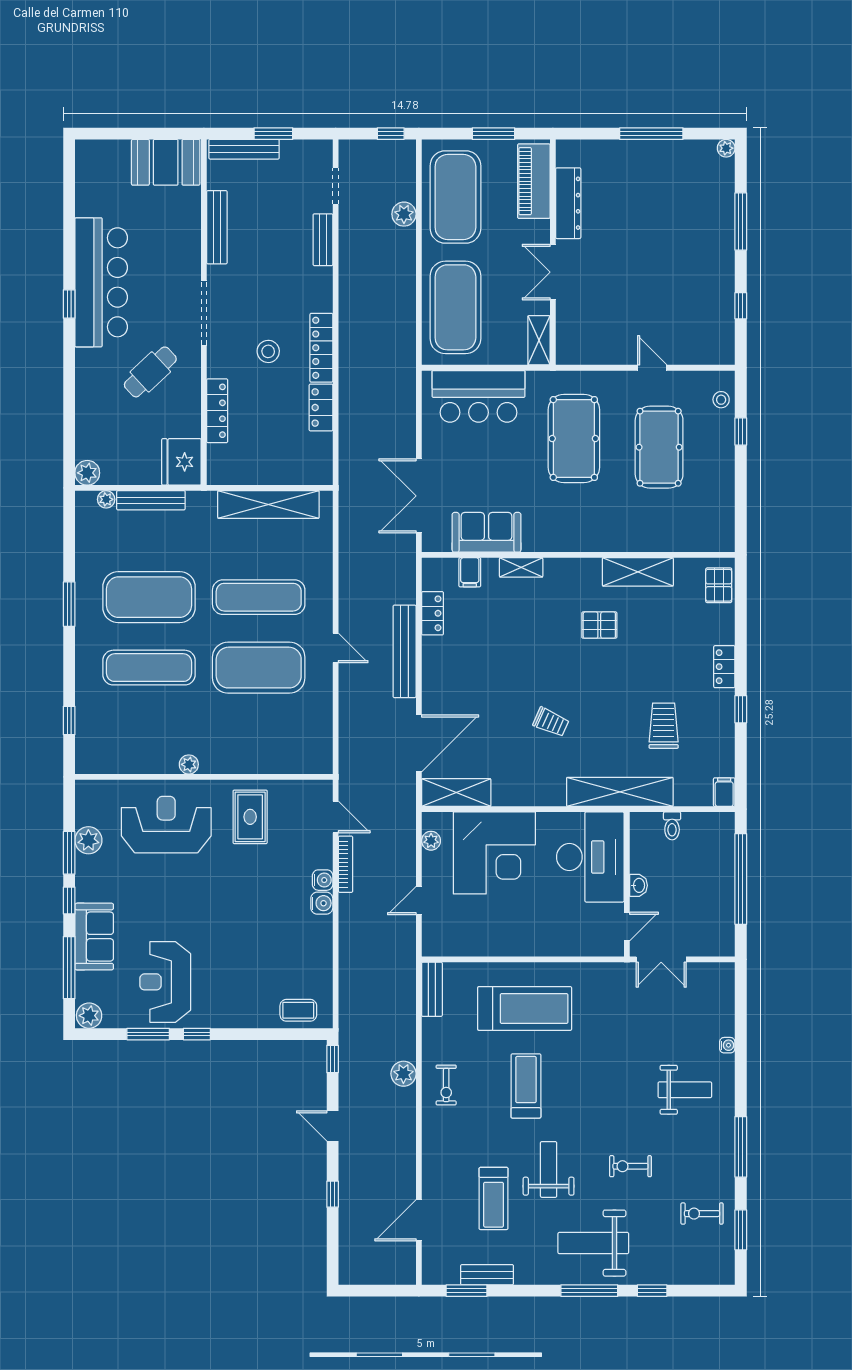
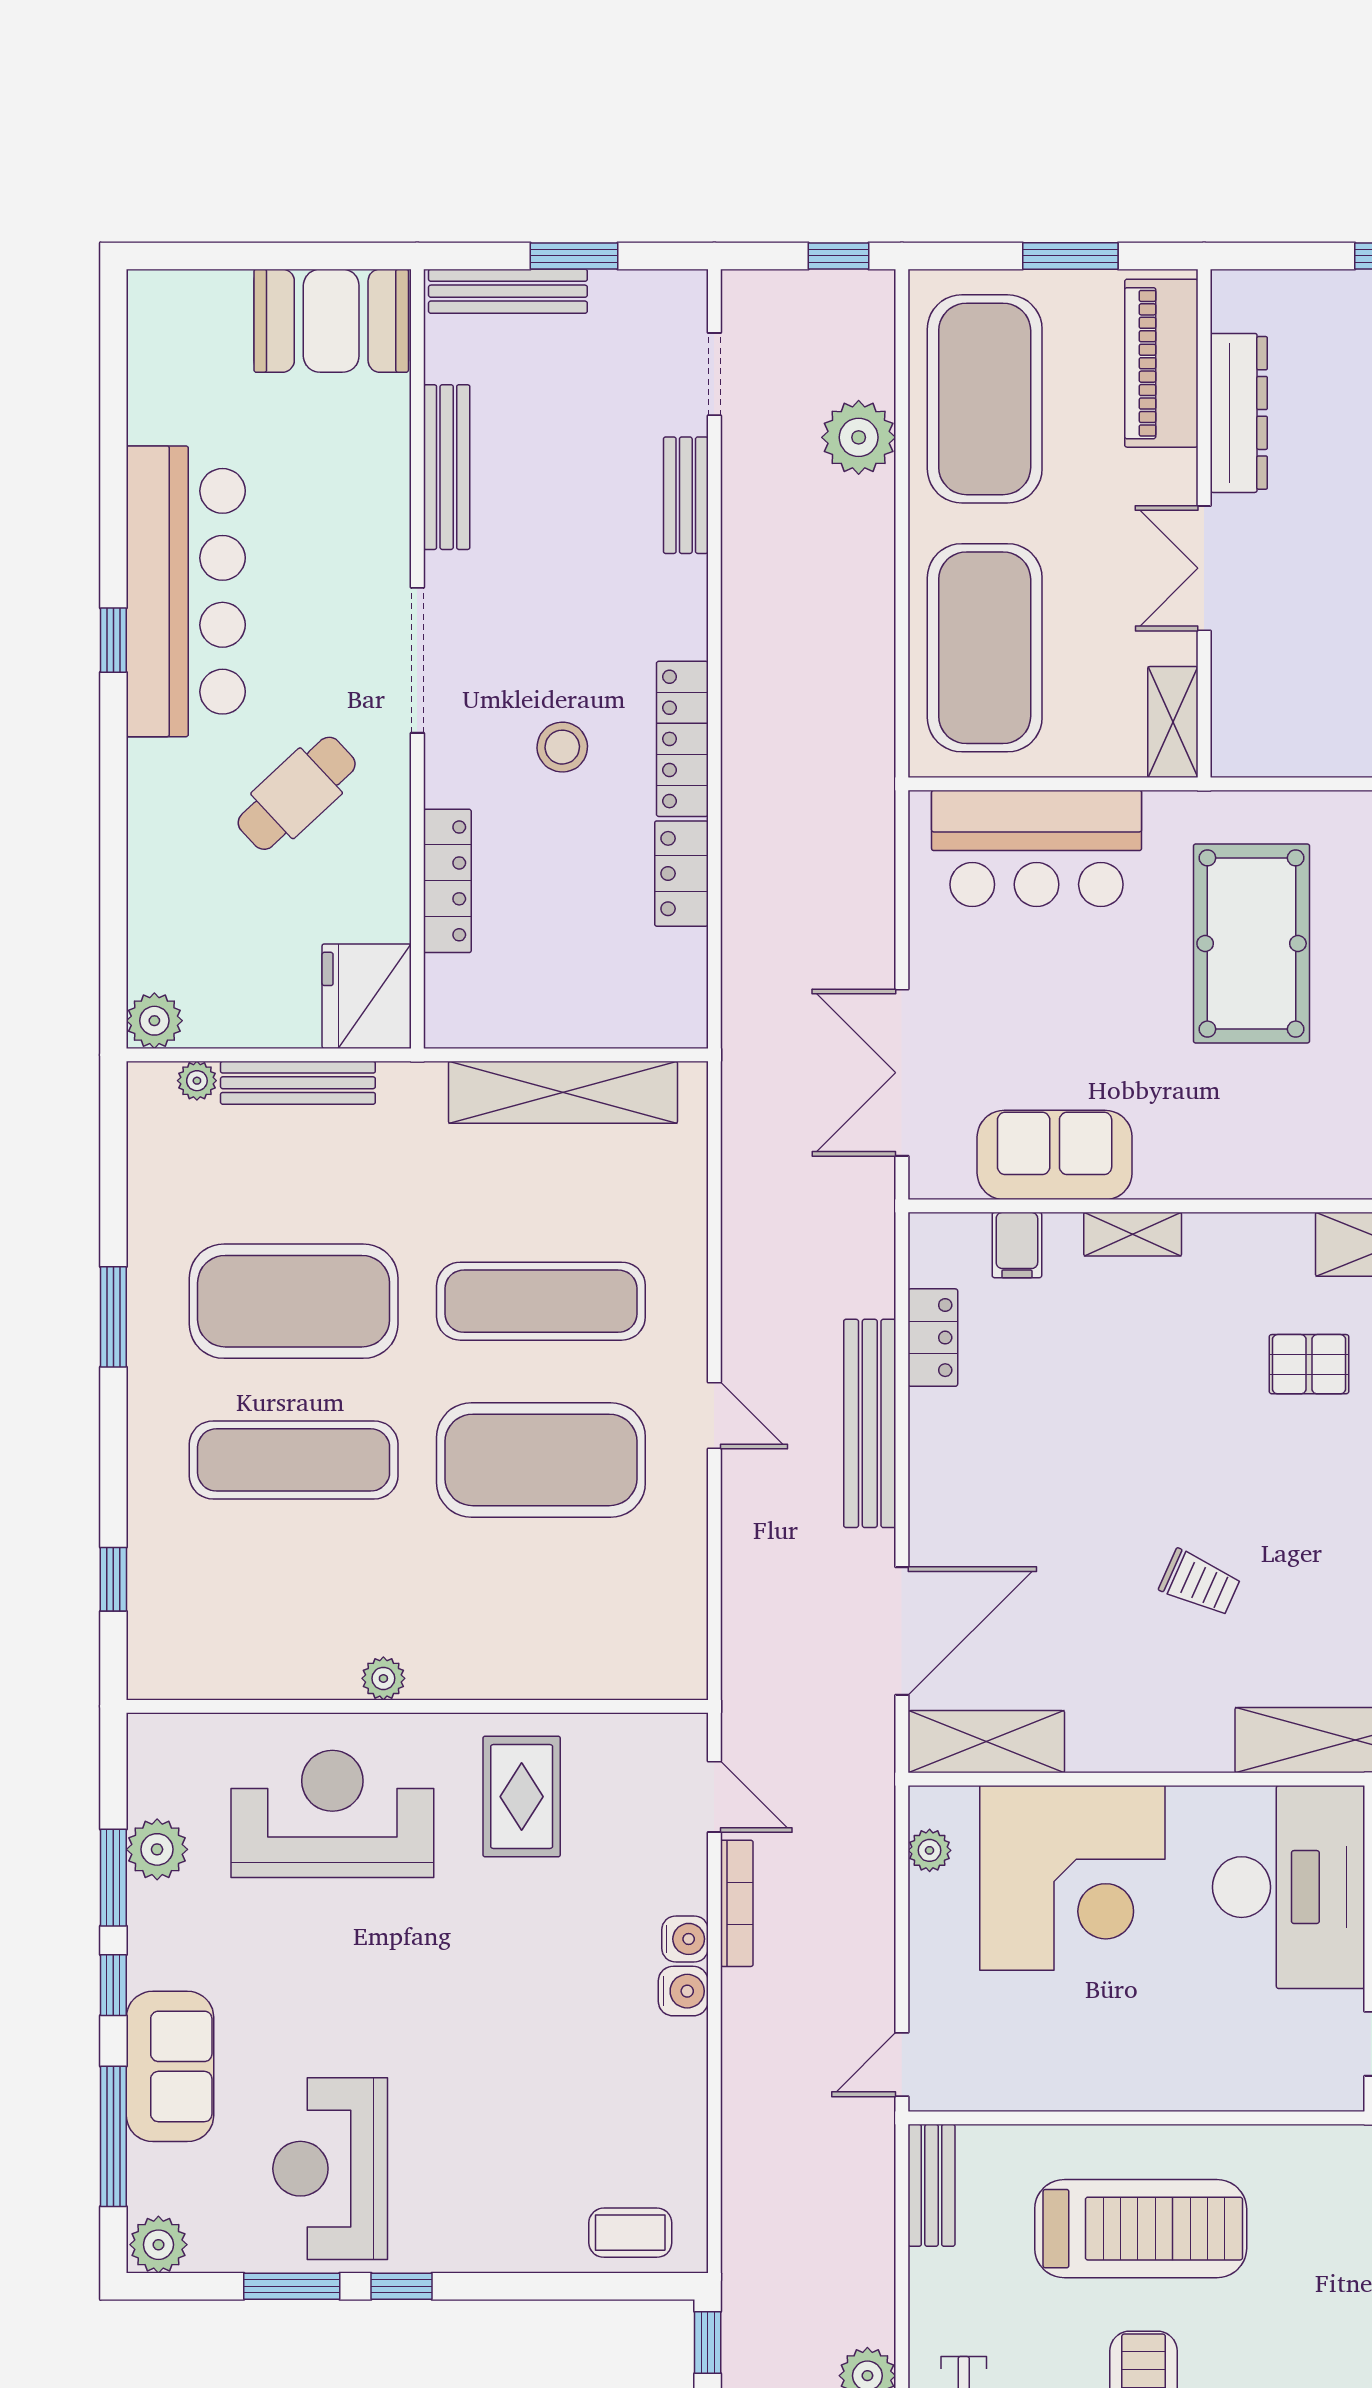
plant: (404, 214) -> (859, 437), width x1.36, depth x1.36
door: (419, 901) -> (902, 2065), moved

